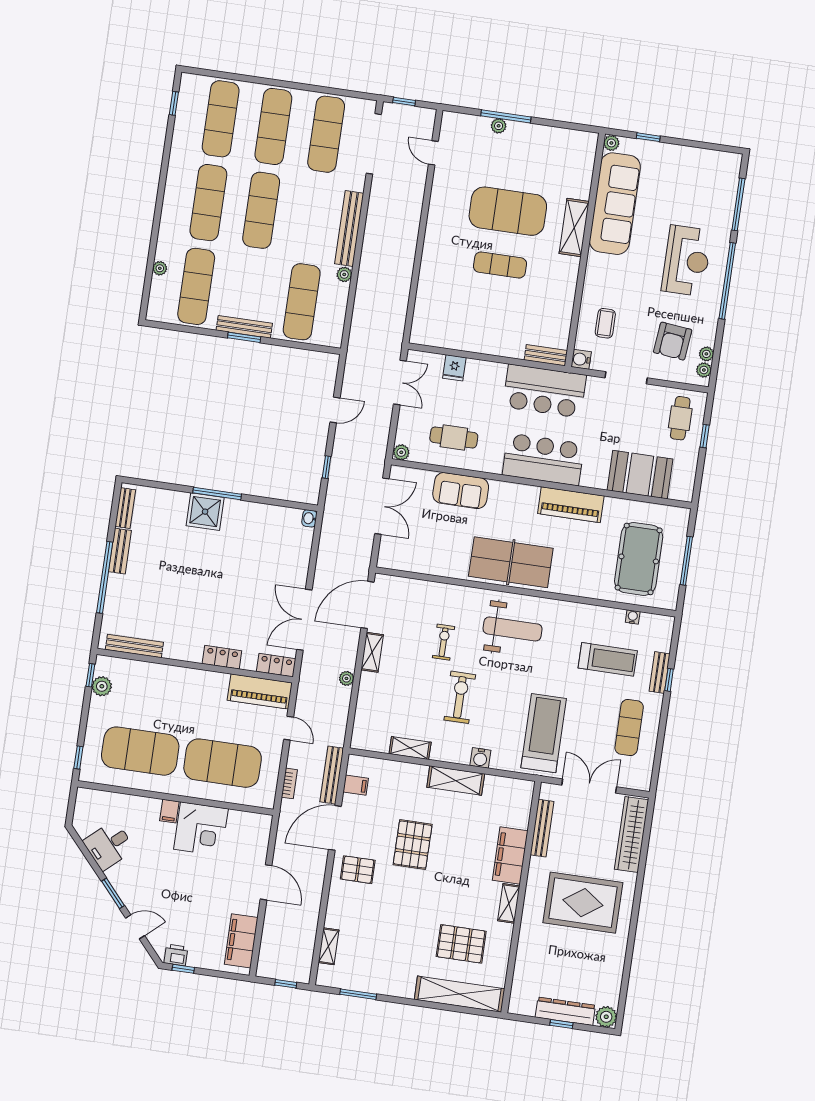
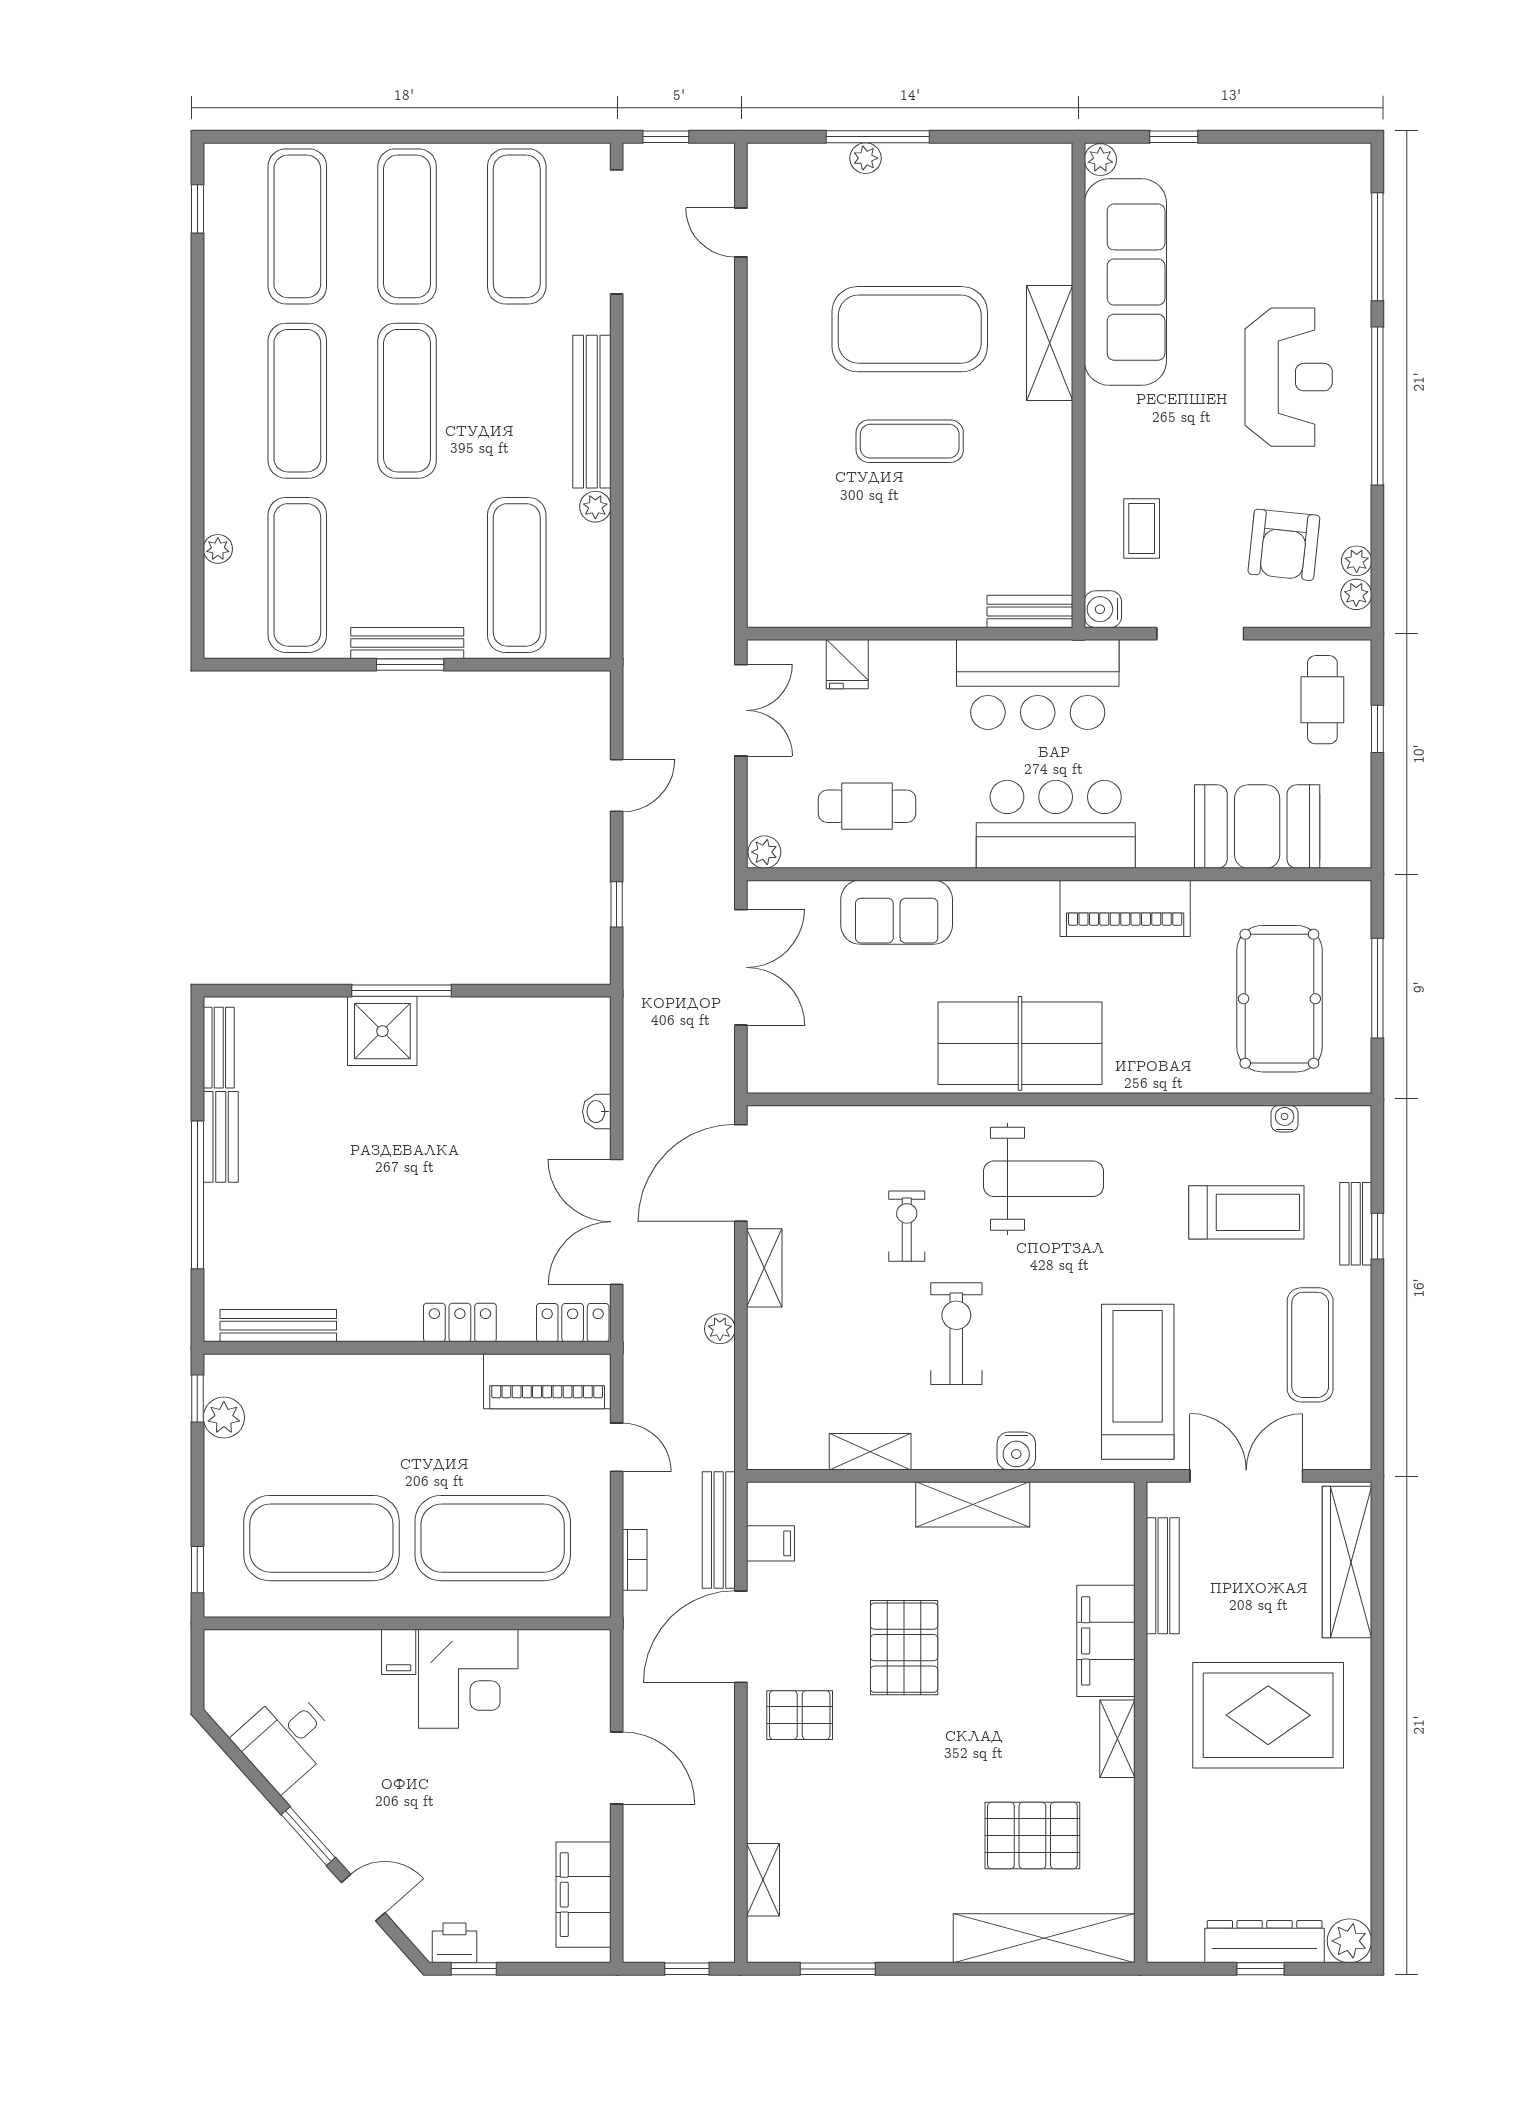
washbasin: (309, 518) -> (597, 1112), moved

